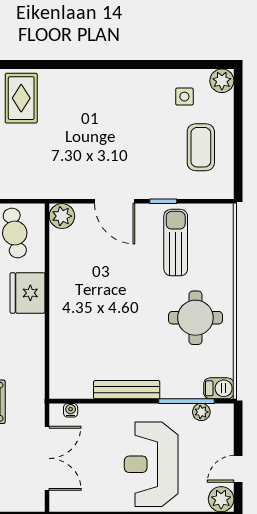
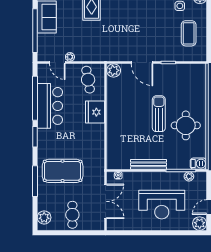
sun lounger: (176, 243) -> (159, 114), moved
reception desk: (151, 464) -> (162, 205), turned -90

